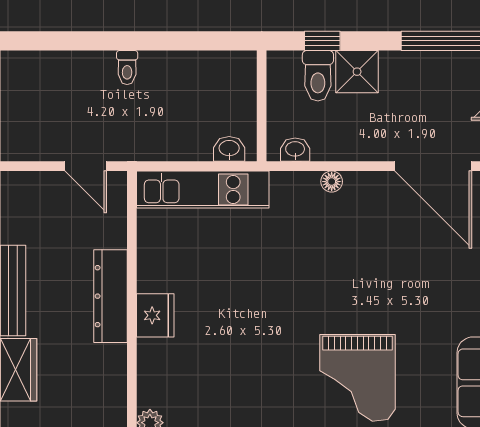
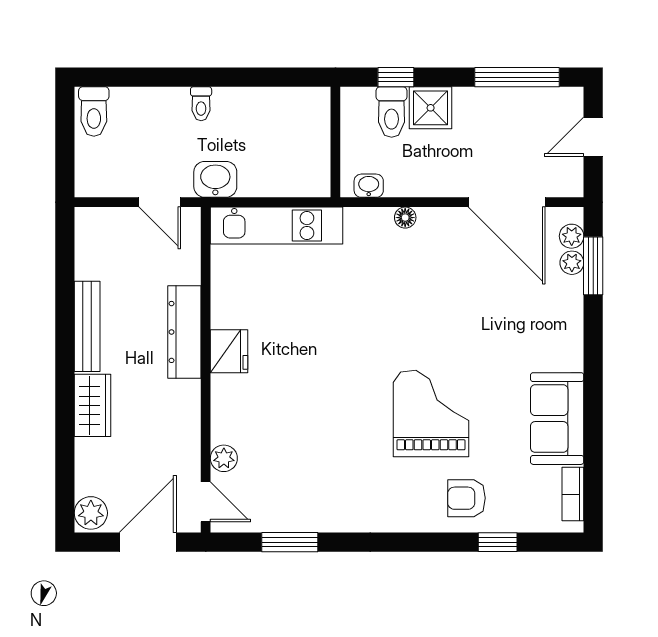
toilet: (20, 75) -> (94, 112), added
washbasin: (229, 149) -> (215, 179), moved, width x1.38, depth x1.45
grand piano: (357, 378) -> (431, 414), turned 180

